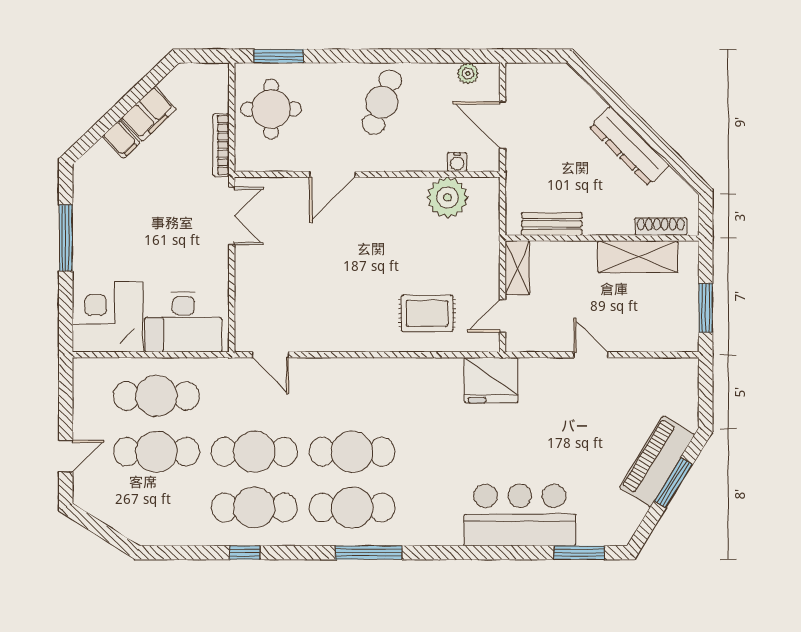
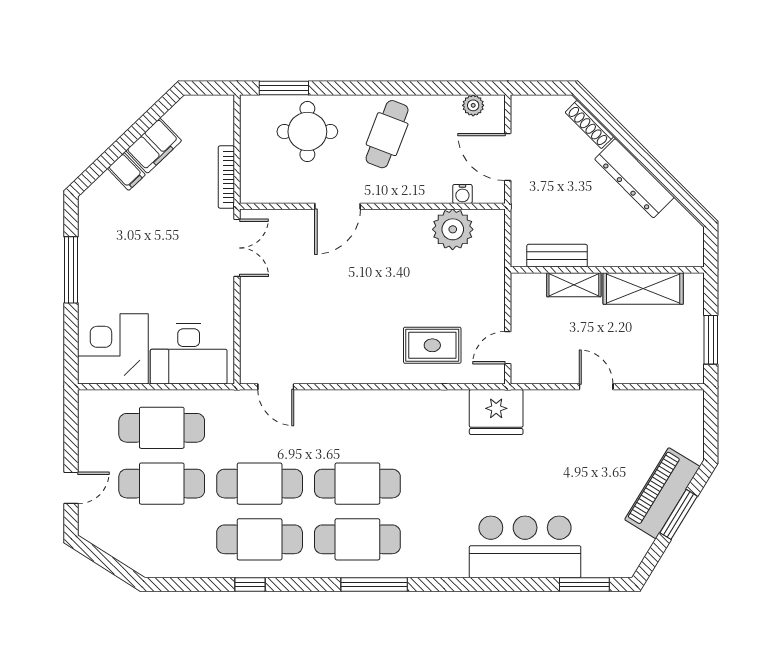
round table: (271, 109) -> (307, 132), moved
shoe rack: (661, 227) -> (589, 124), moved, turned -135
shelving: (517, 268) -> (574, 285), moved, turned 90

